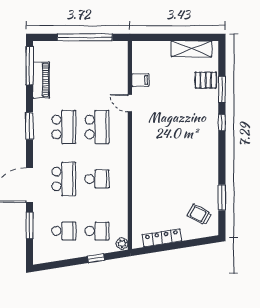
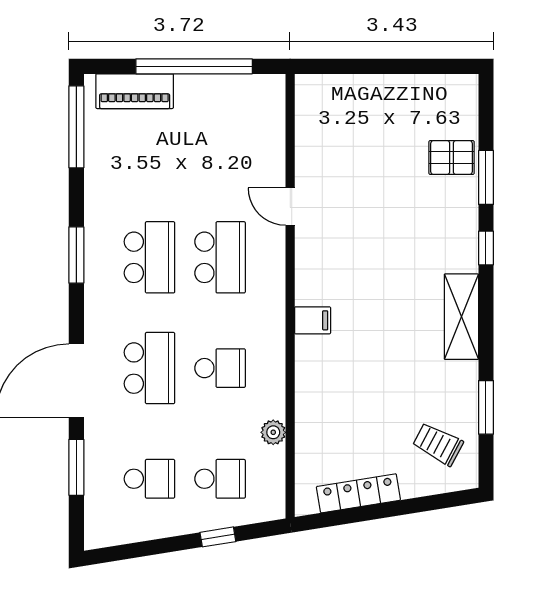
shelving: (192, 49) -> (461, 317), moved, turned 90
piano: (41, 80) -> (135, 91), moved, turned 90
filing cabinet: (140, 80) -> (313, 320), moved
plant: (122, 243) -> (273, 432), moved

